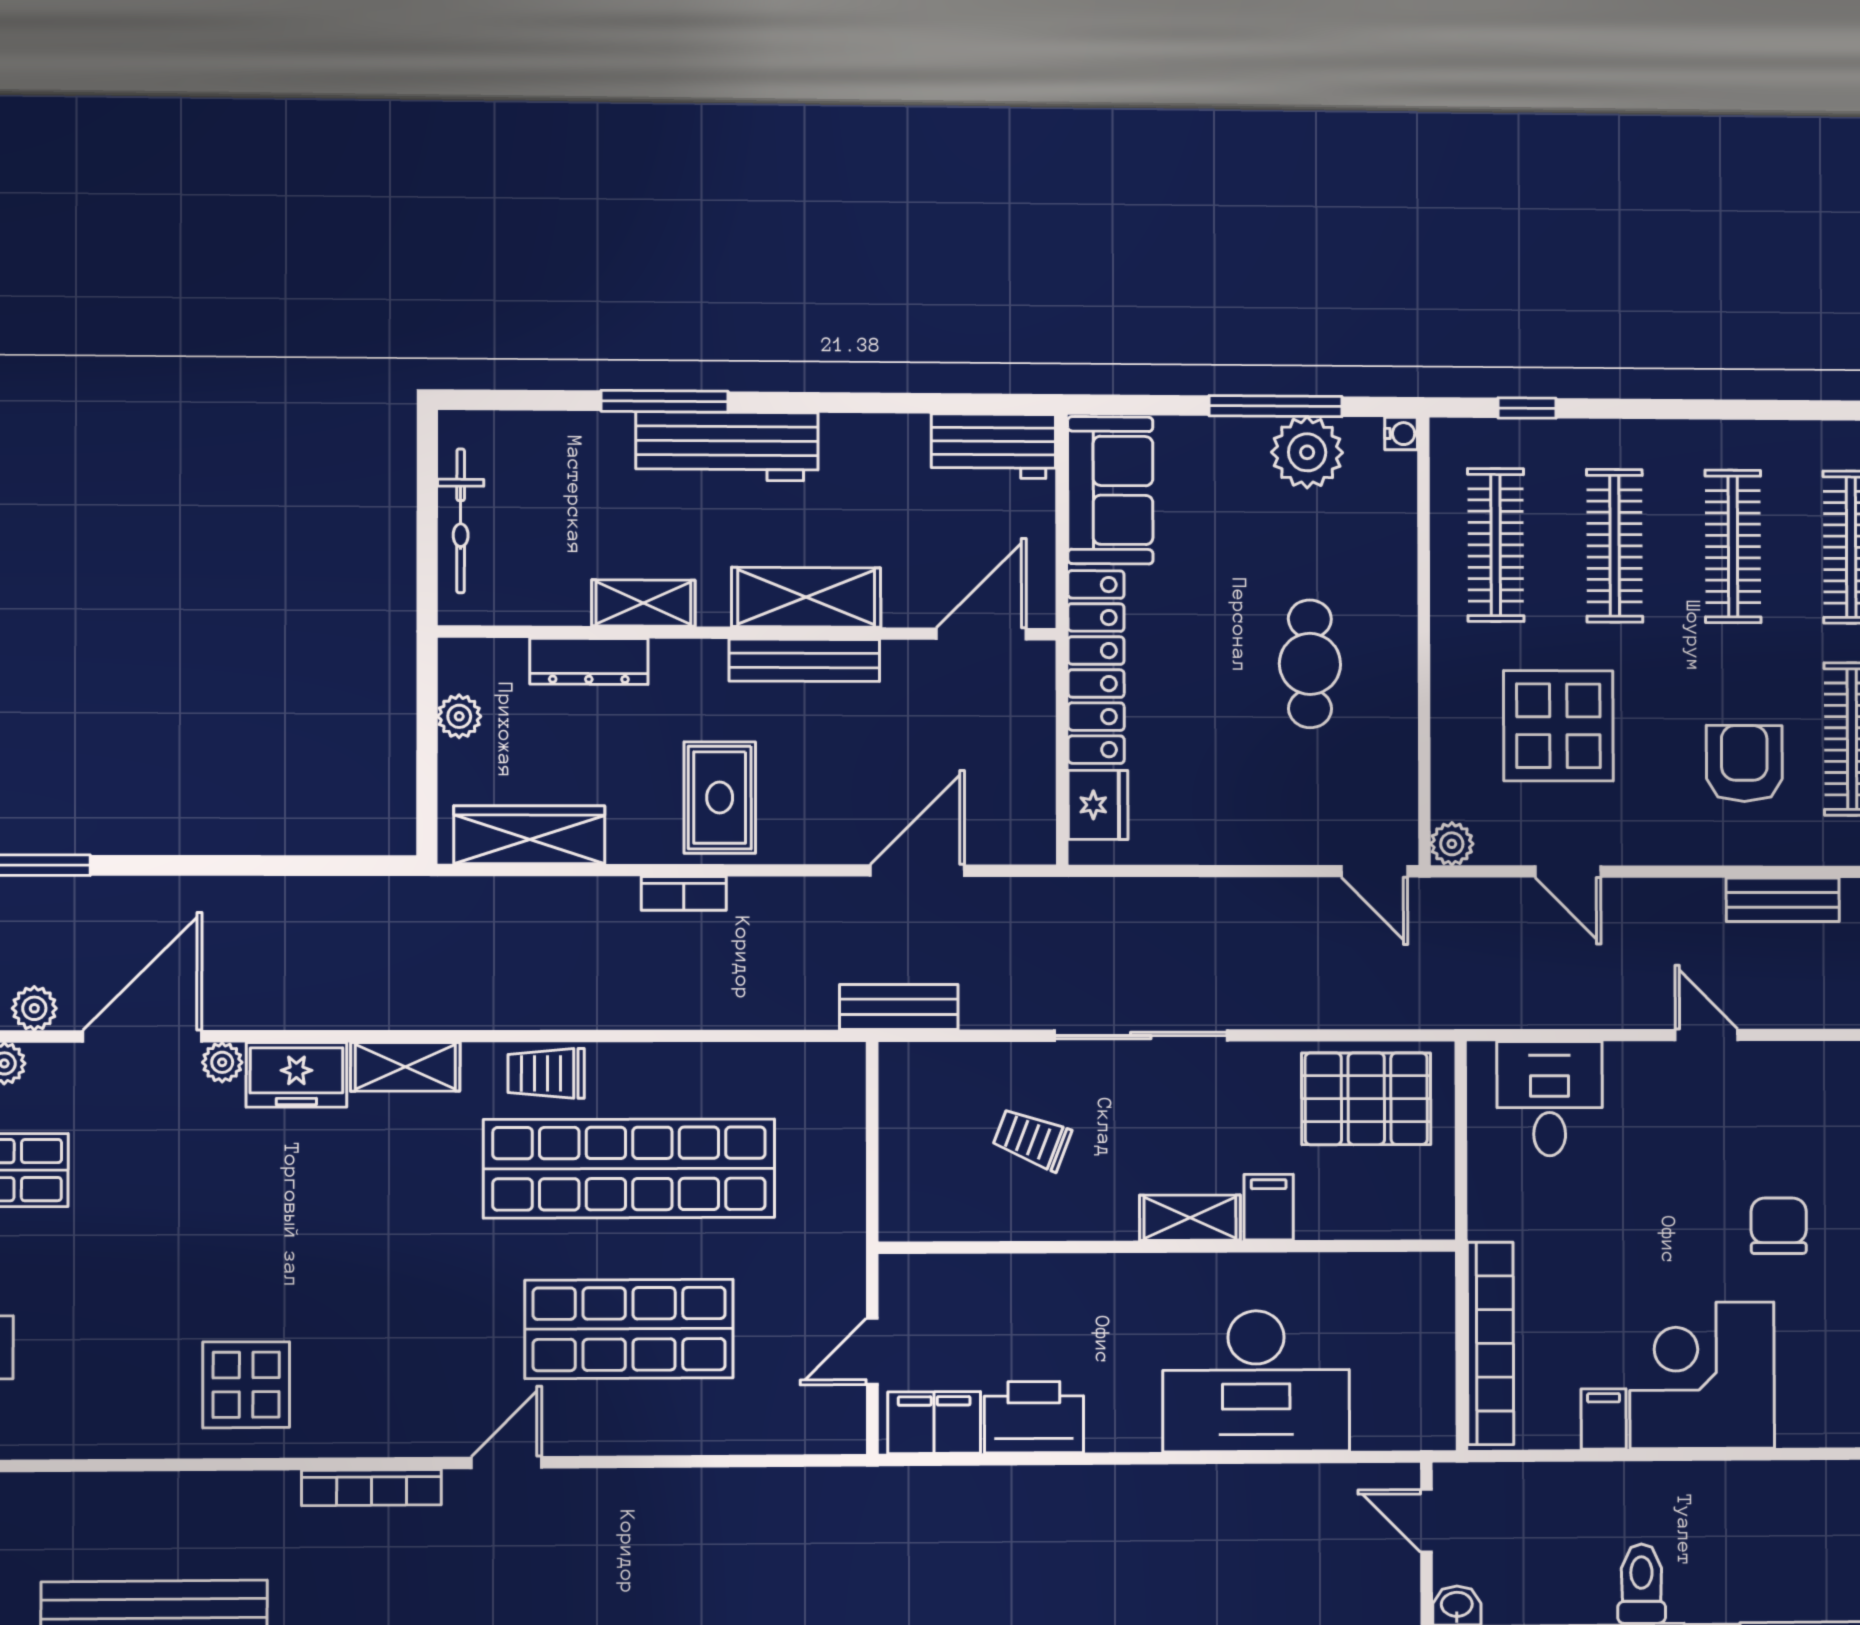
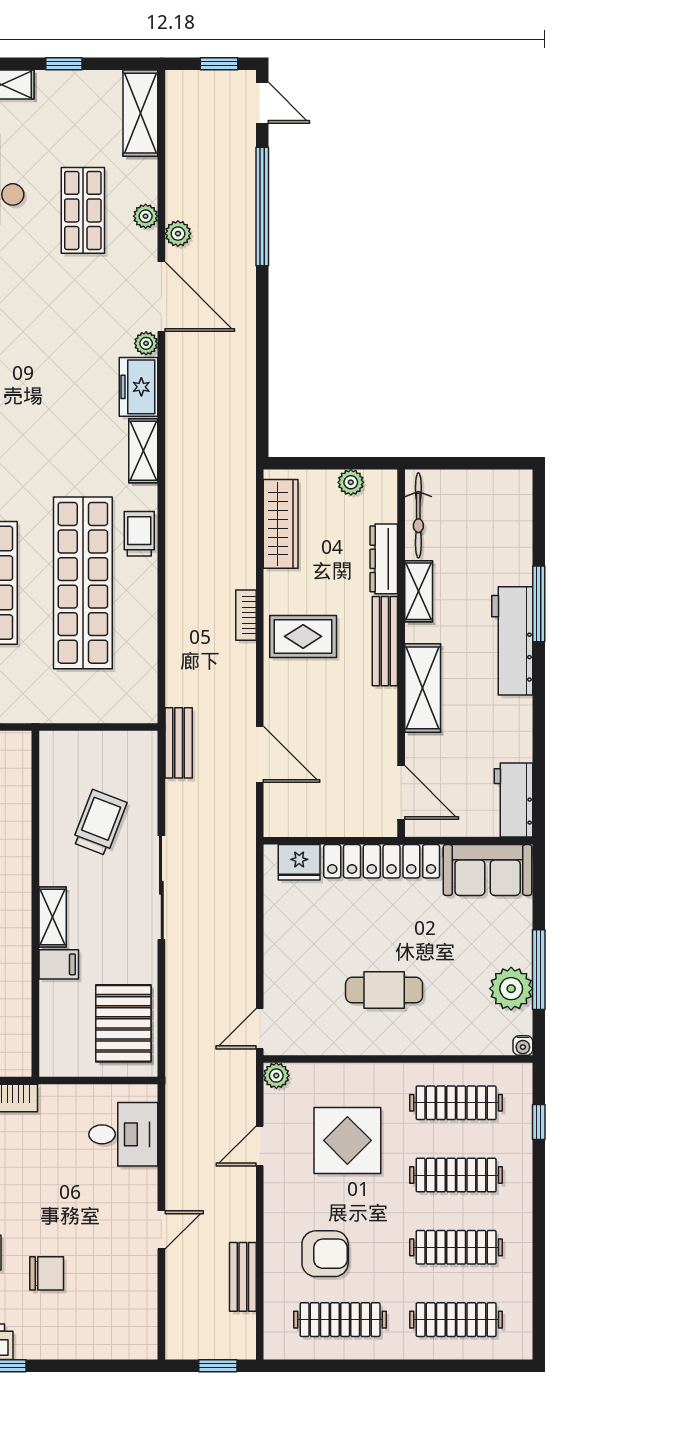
bicycle: (461, 521) -> (418, 515), moved, turned -90
bench: (804, 660) -> (385, 641), moved
trolley: (1032, 1139) -> (100, 822), width x1.36, depth x1.39

